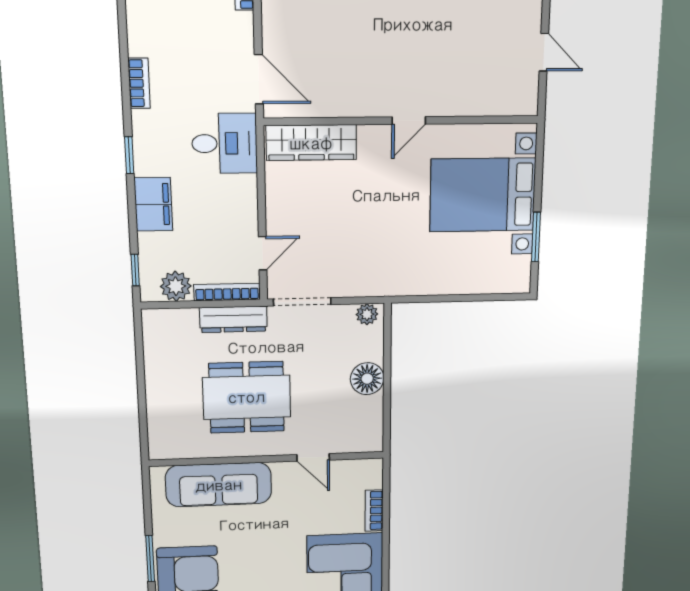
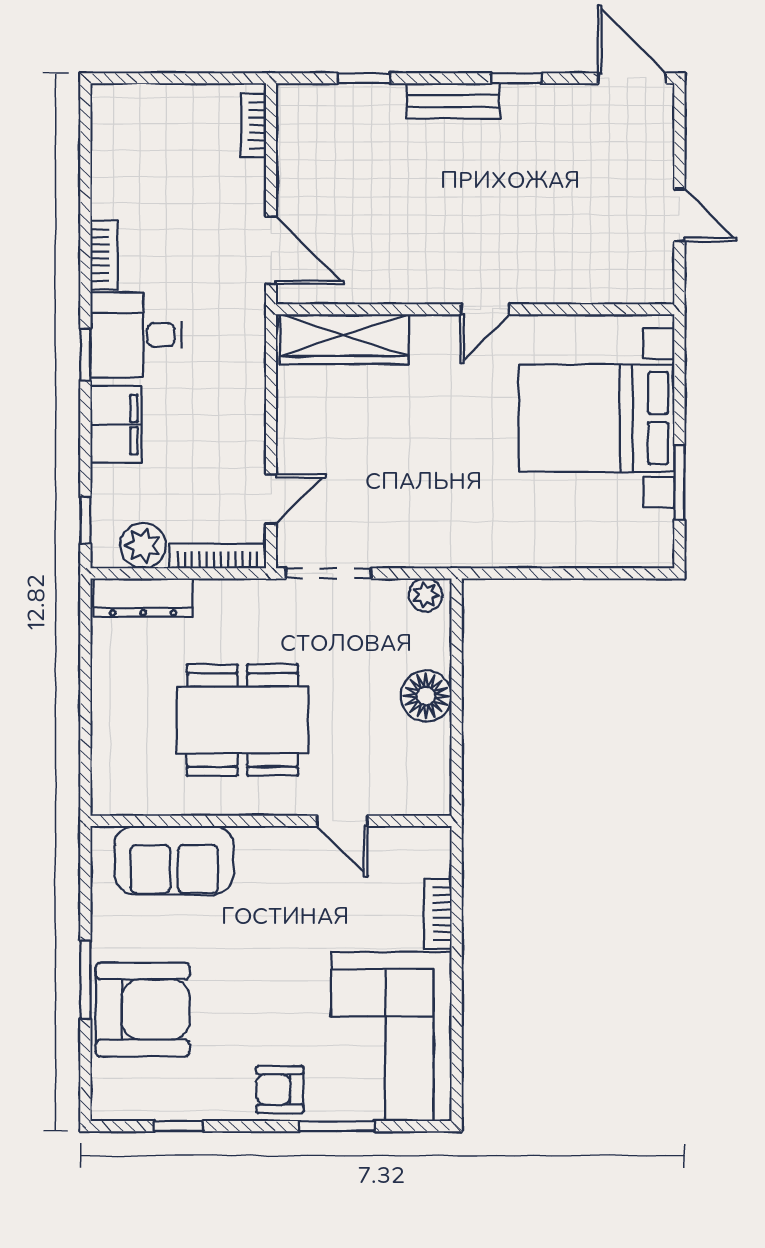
desk: (225, 143) -> (136, 335), moved, turned 180
dresser: (233, 319) -> (143, 598), moved
sofa: (219, 485) -> (174, 860), width x0.73

